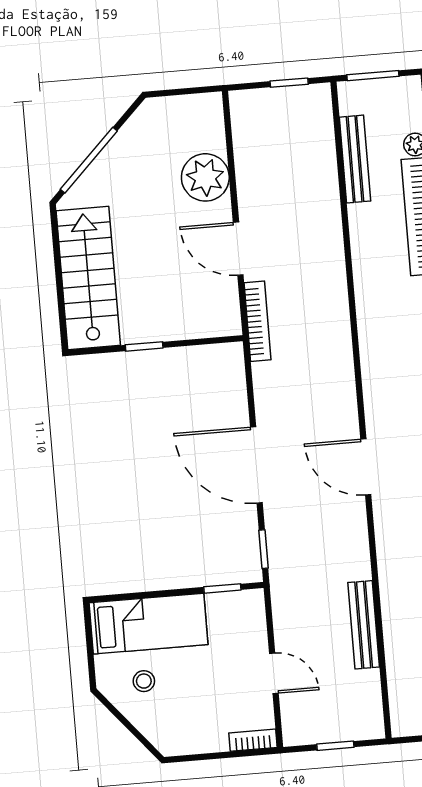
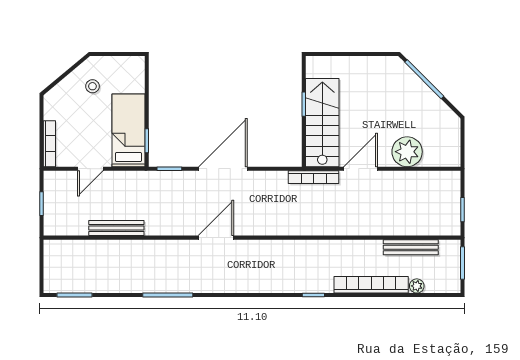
stairs: (88, 278) -> (322, 123), moved, turned -90
bed: (149, 624) -> (128, 130), moved, turned 180
bookcase: (253, 740) -> (49, 144), width x1.56

